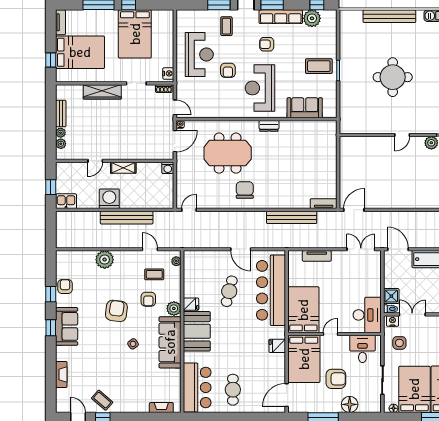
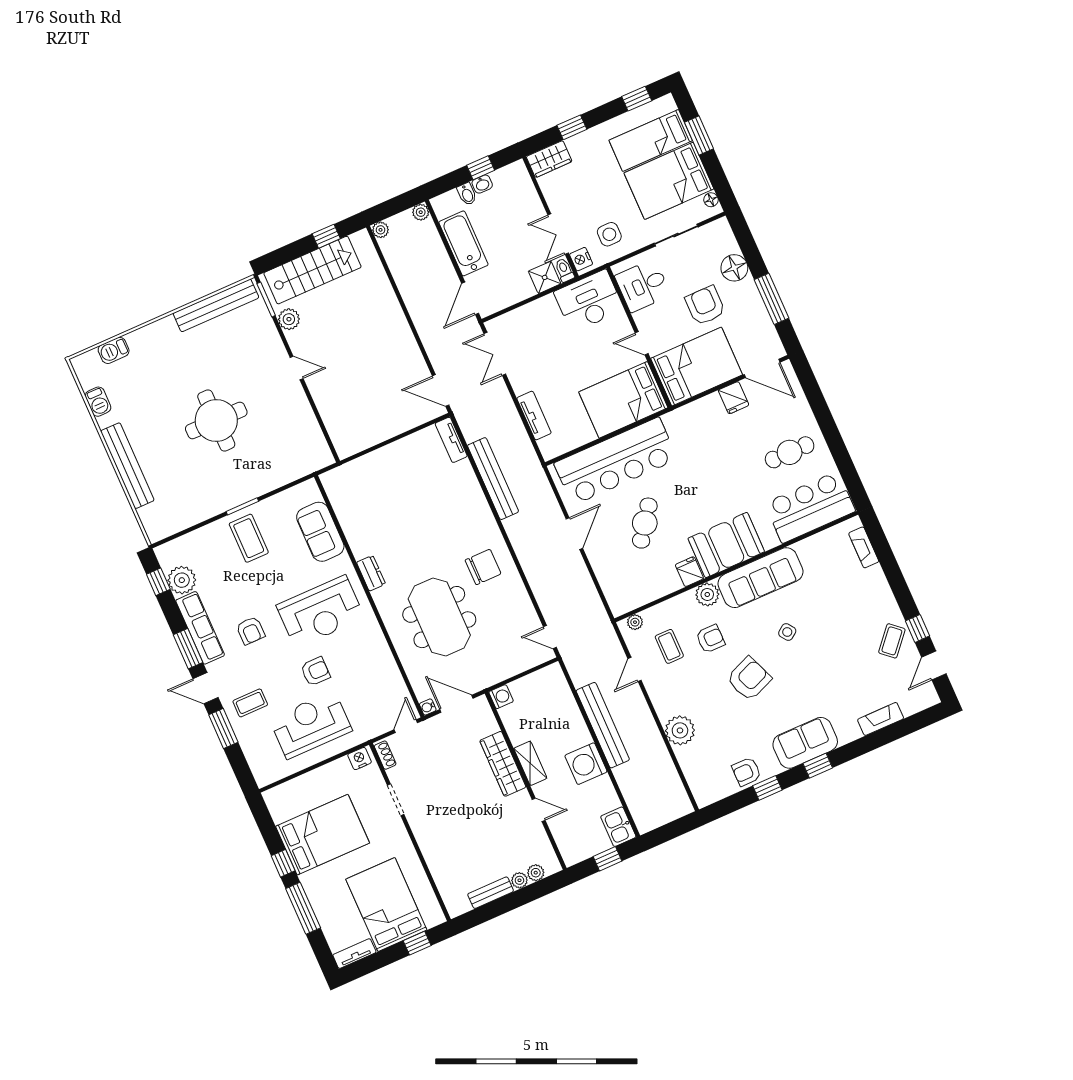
wardrobe: (102, 92) -> (503, 764), moved, turned 180
chair: (245, 190) -> (483, 567), turned 180
cafe table: (229, 291) -> (645, 523), turned -68
armchair: (116, 311) -> (749, 679), turned 150
fridge: (277, 346) -> (734, 398), moved

